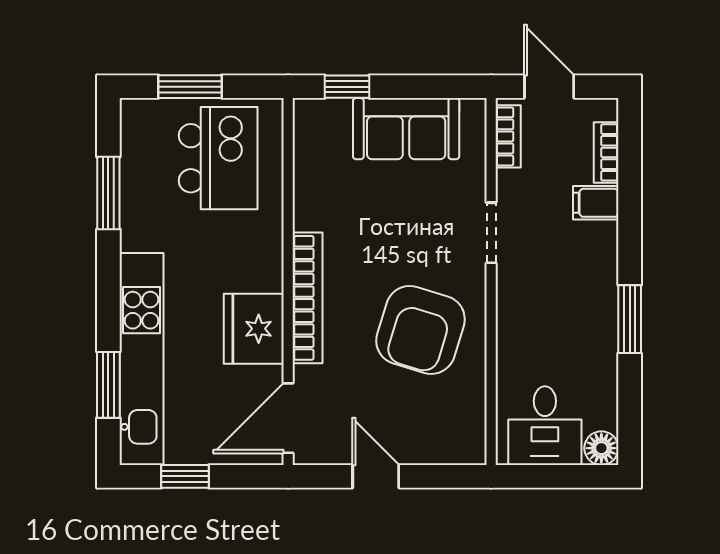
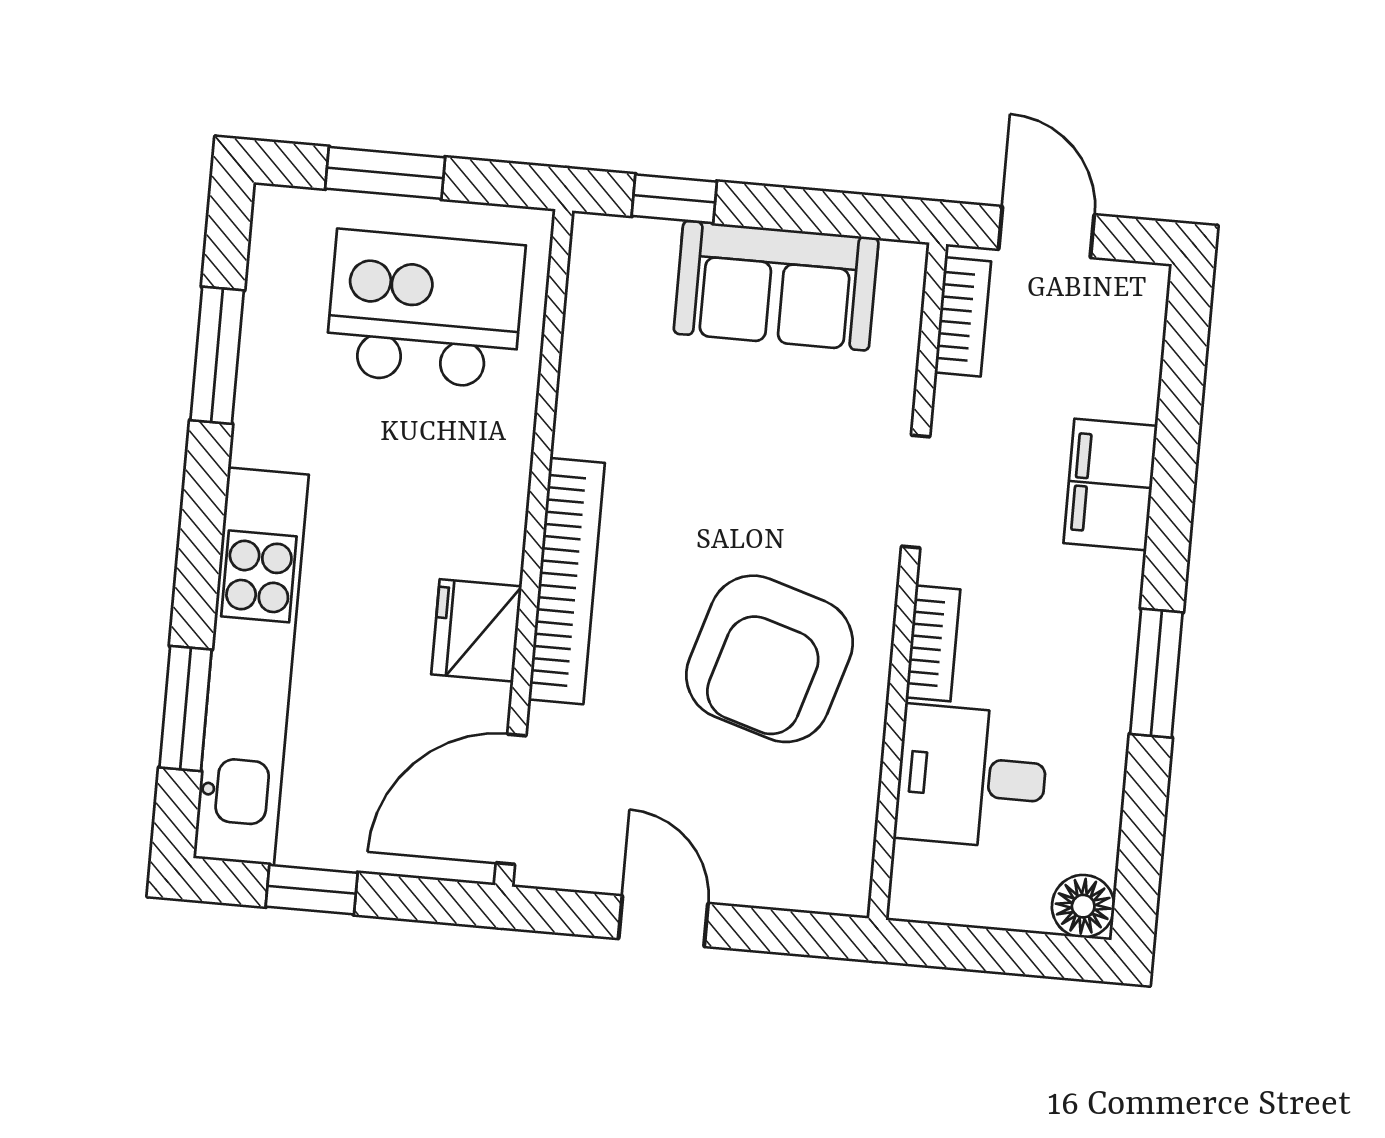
bookcase: (606, 152) -> (933, 643), moved, turned 180
kitchen island: (218, 158) -> (425, 309), turned -90
filing cabinet: (596, 203) -> (1110, 485), width x2.00
fridge: (254, 329) -> (476, 630), width x0.73, depth x0.75
desk: (545, 426) -> (972, 777), moved, turned 90

